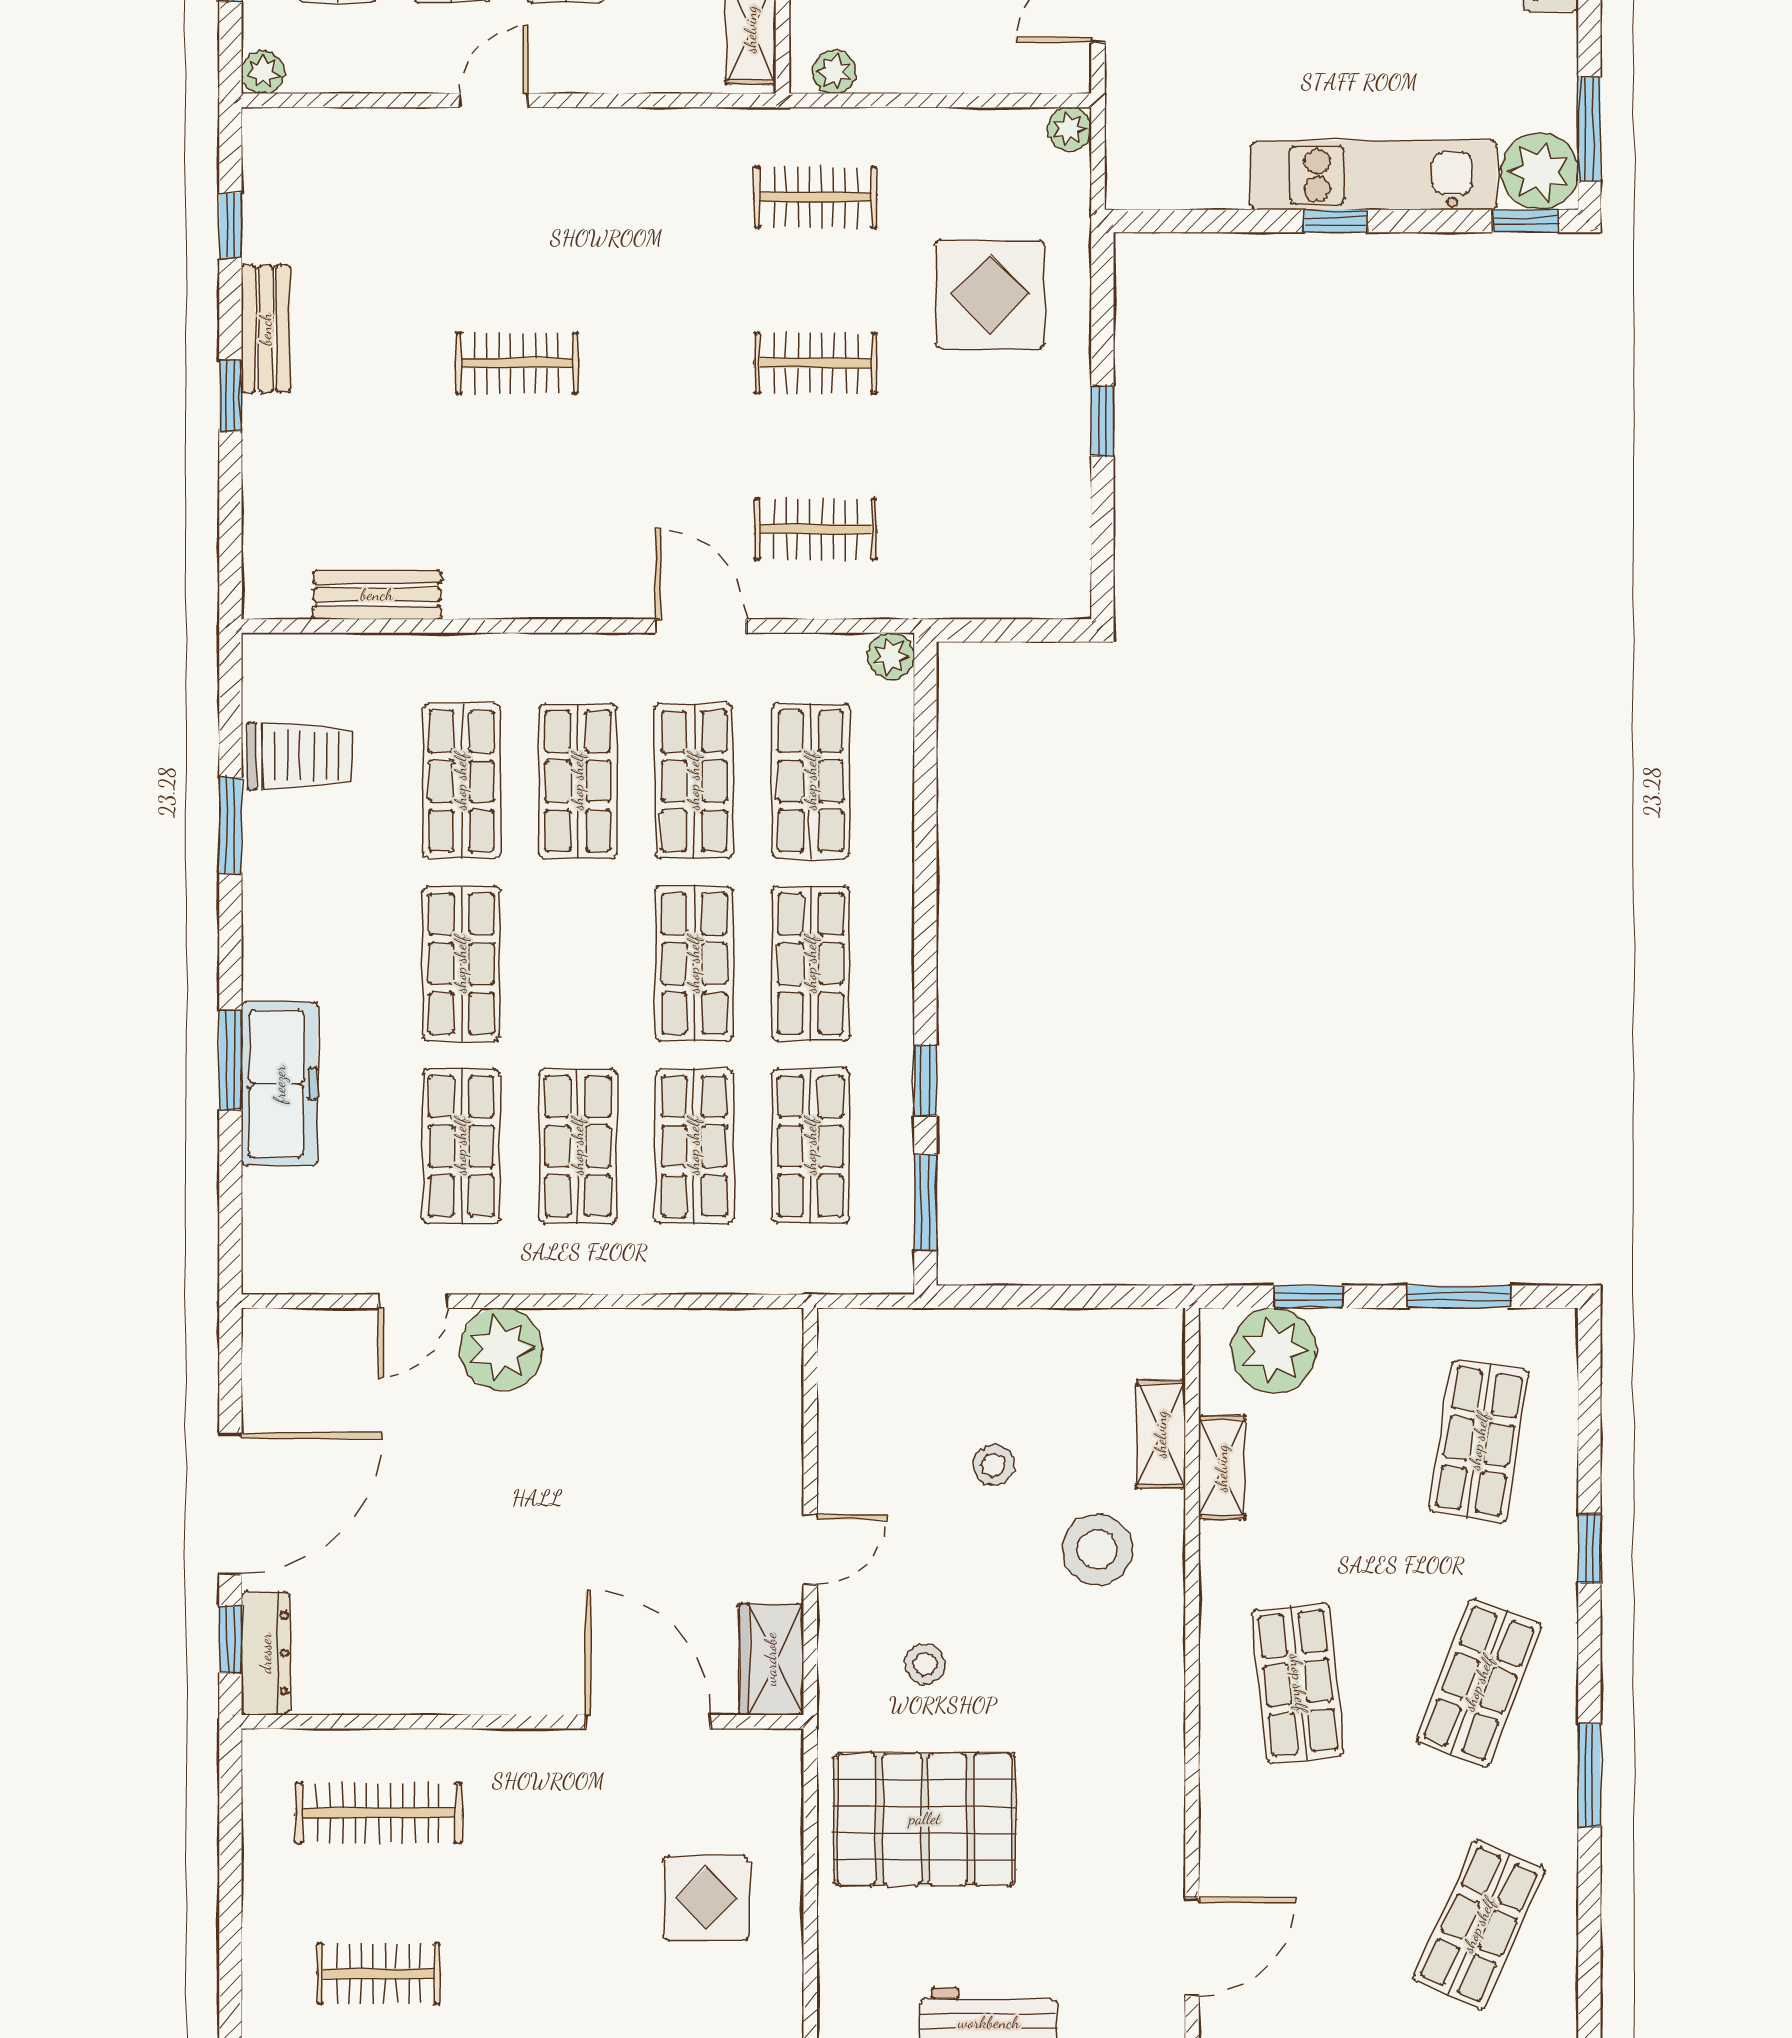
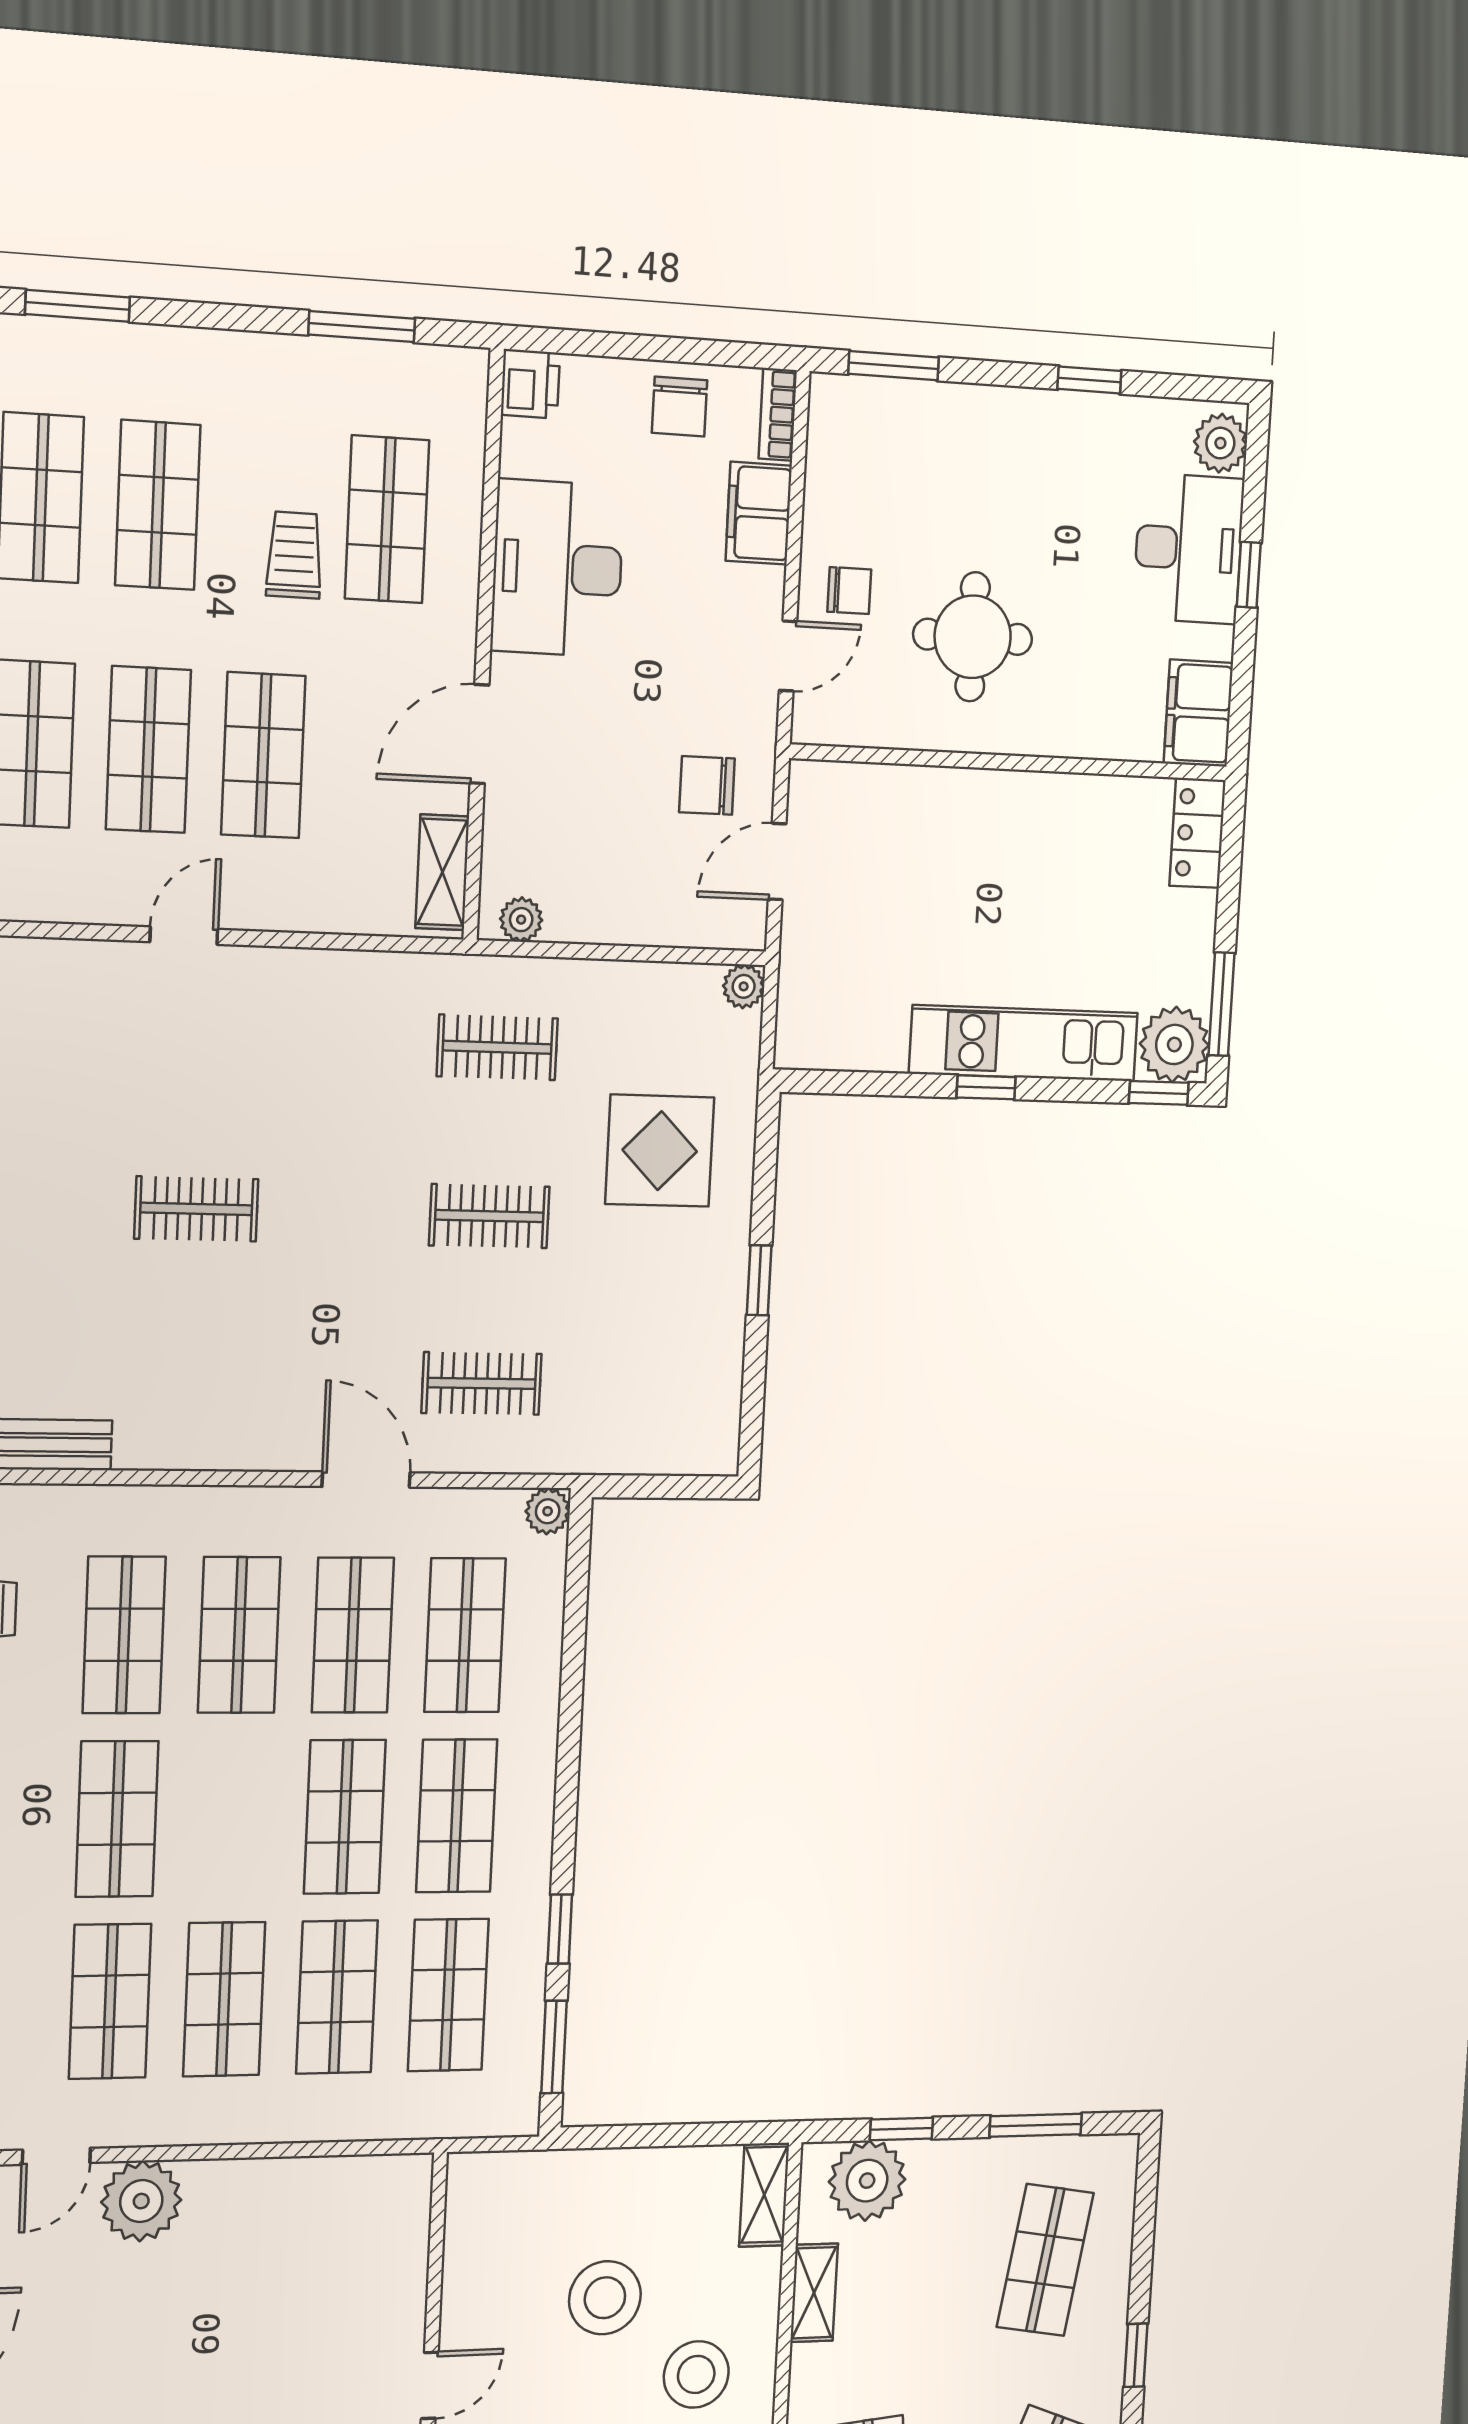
shelving: (1161, 1434) -> (764, 2195), moved
stool: (993, 1465) -> (605, 2298), width x1.89, depth x1.89

